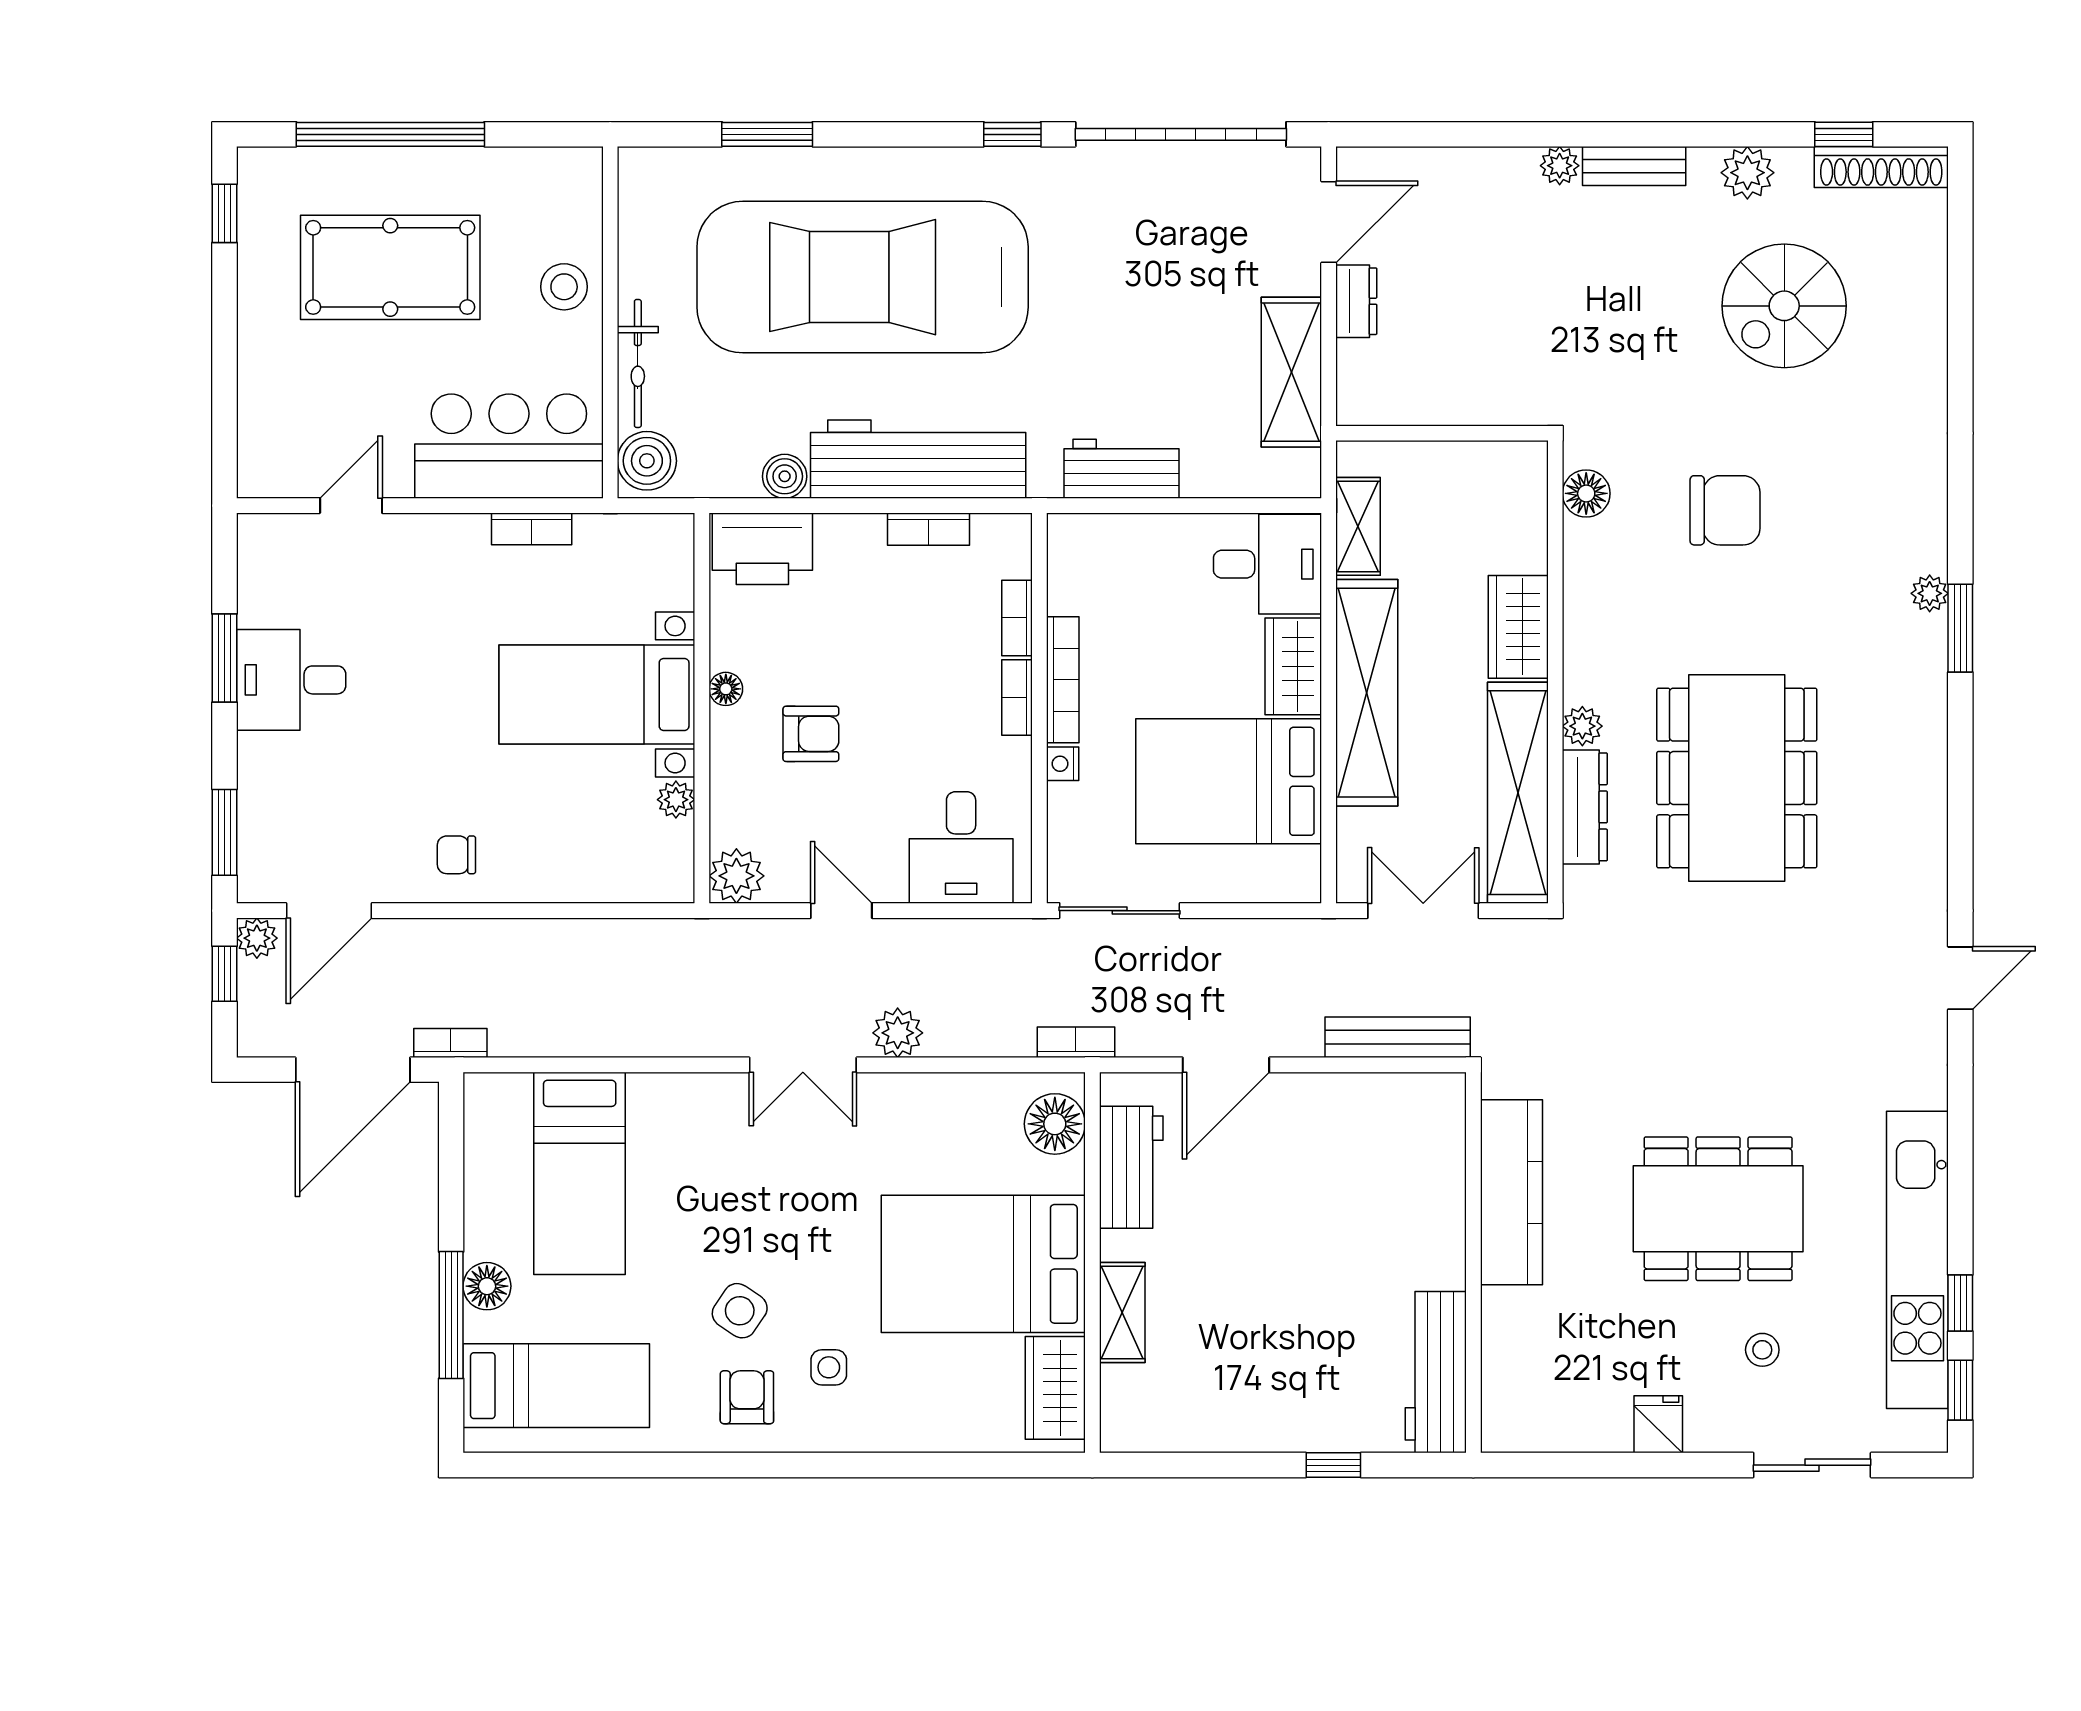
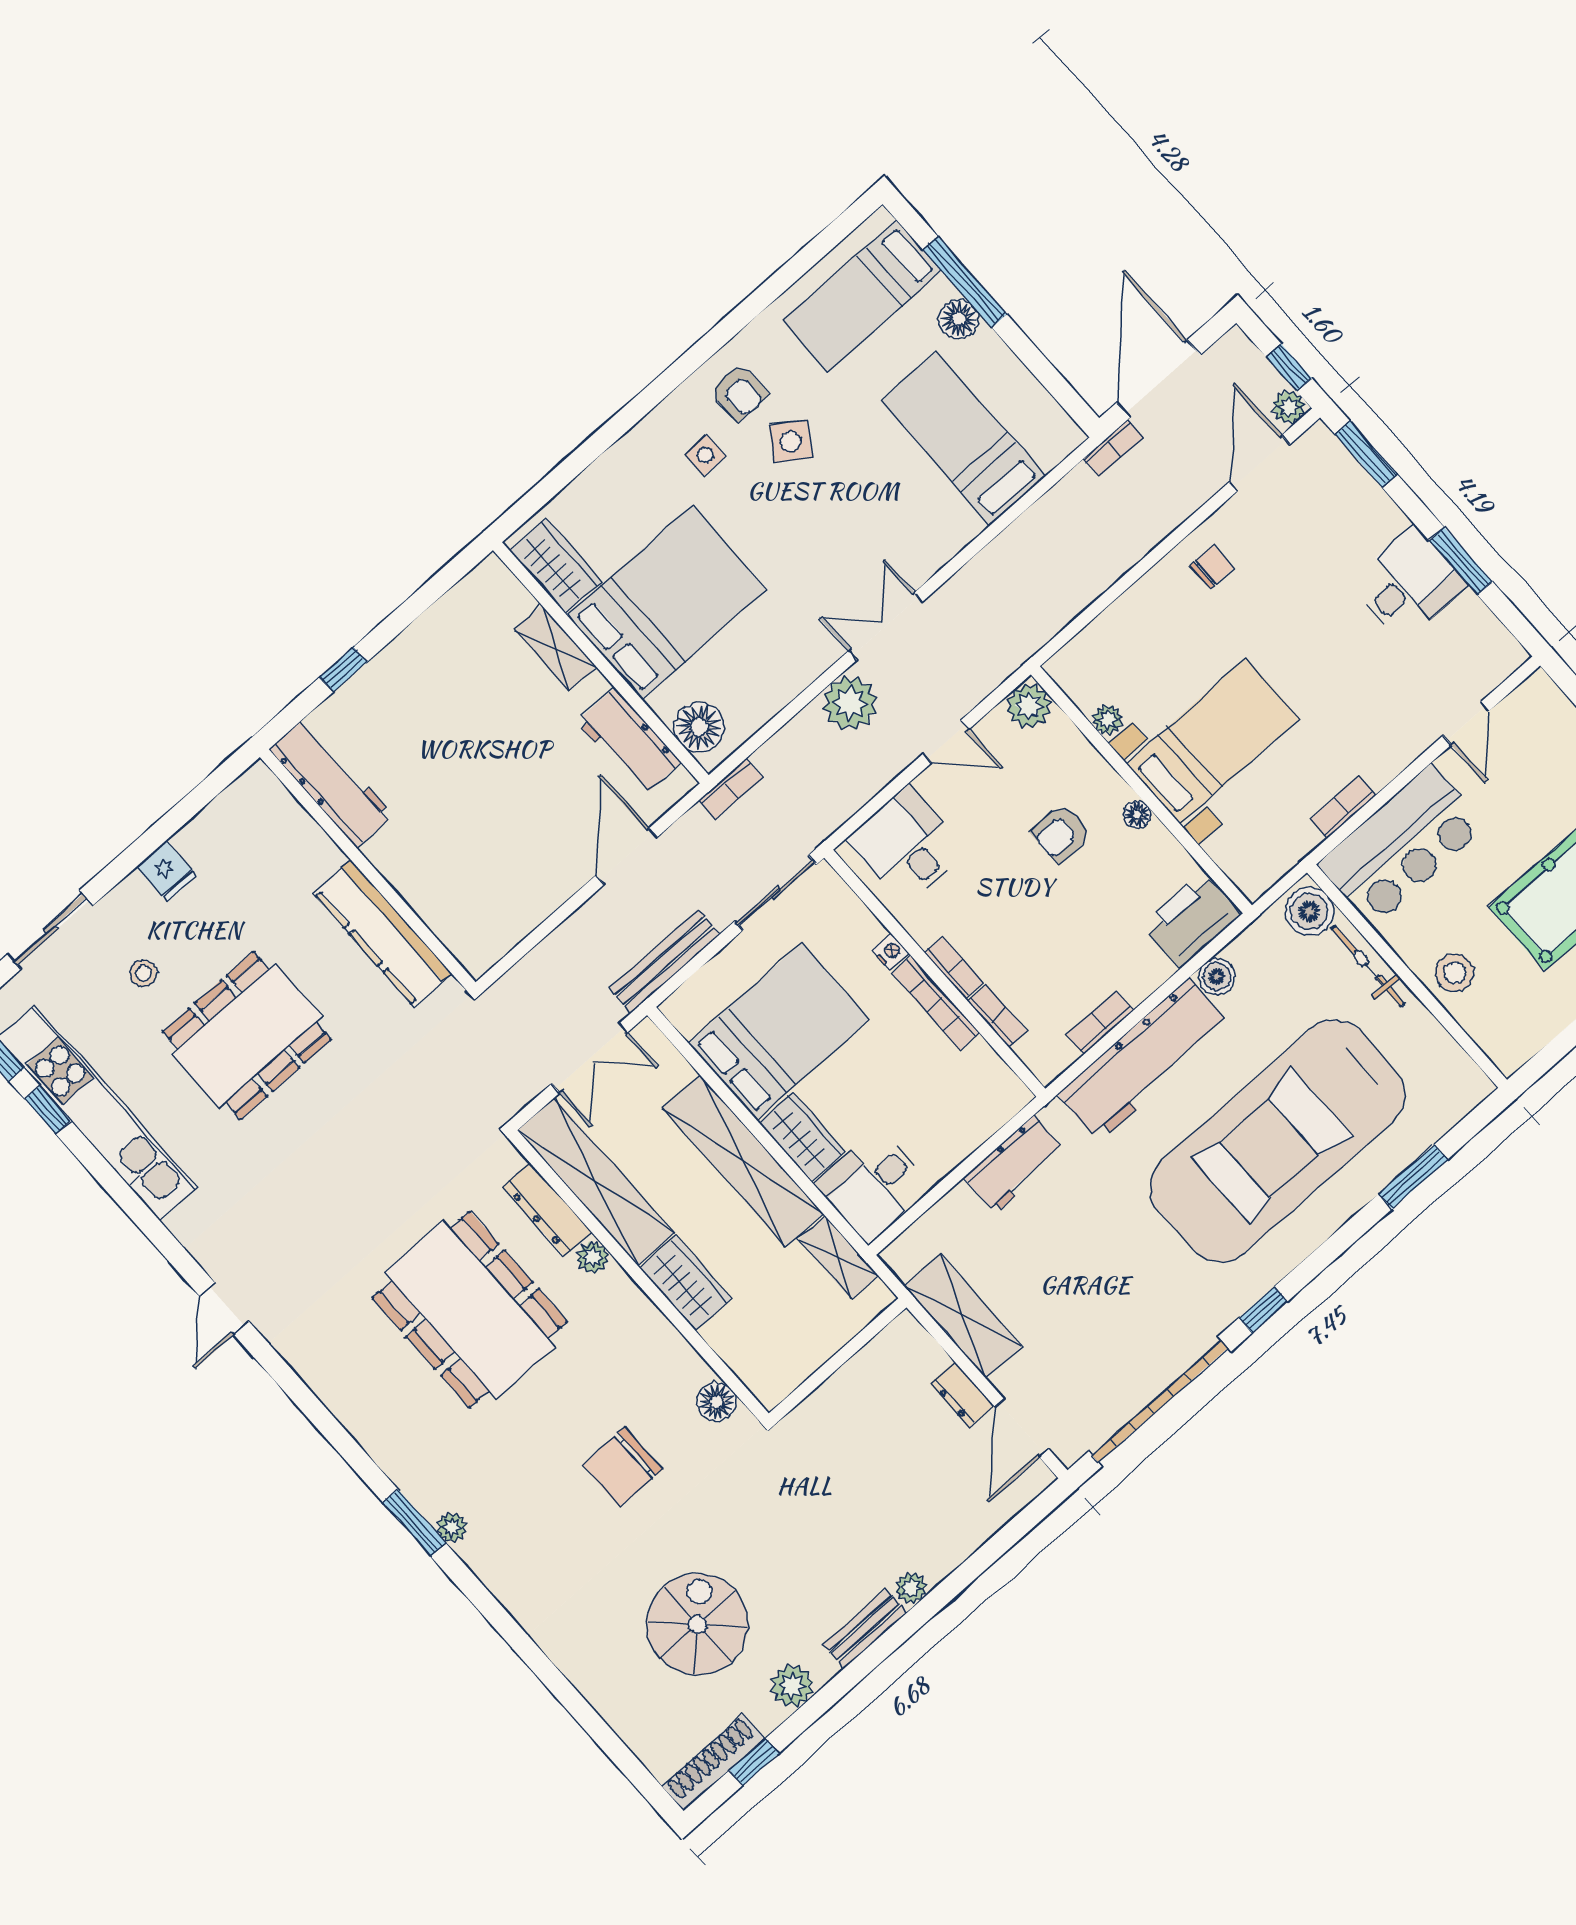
car: (863, 277) -> (1277, 1141), turned 180
plant: (898, 1033) -> (850, 703), width x1.36, depth x1.36
bench: (1398, 1037) -> (664, 961), moved

